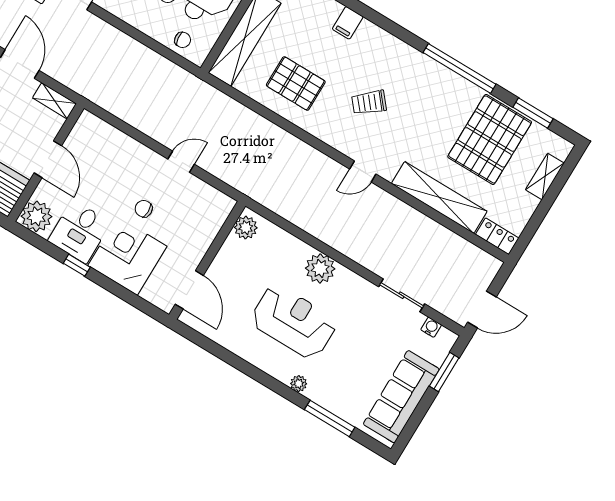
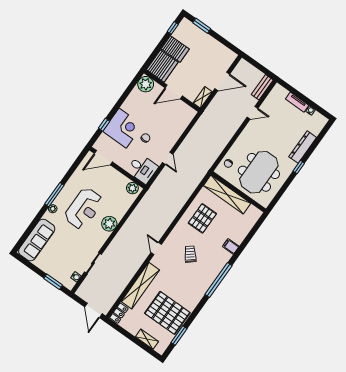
window: (460, 68) -> (219, 280), moved
desk: (79, 232) -> (142, 169), moved, turned 180
window: (77, 265) -> (104, 125), moved
door: (482, 310) -> (93, 310), moved
sofa: (401, 397) -> (37, 240), moved, turned 90
window: (330, 418) -> (54, 195), moved

